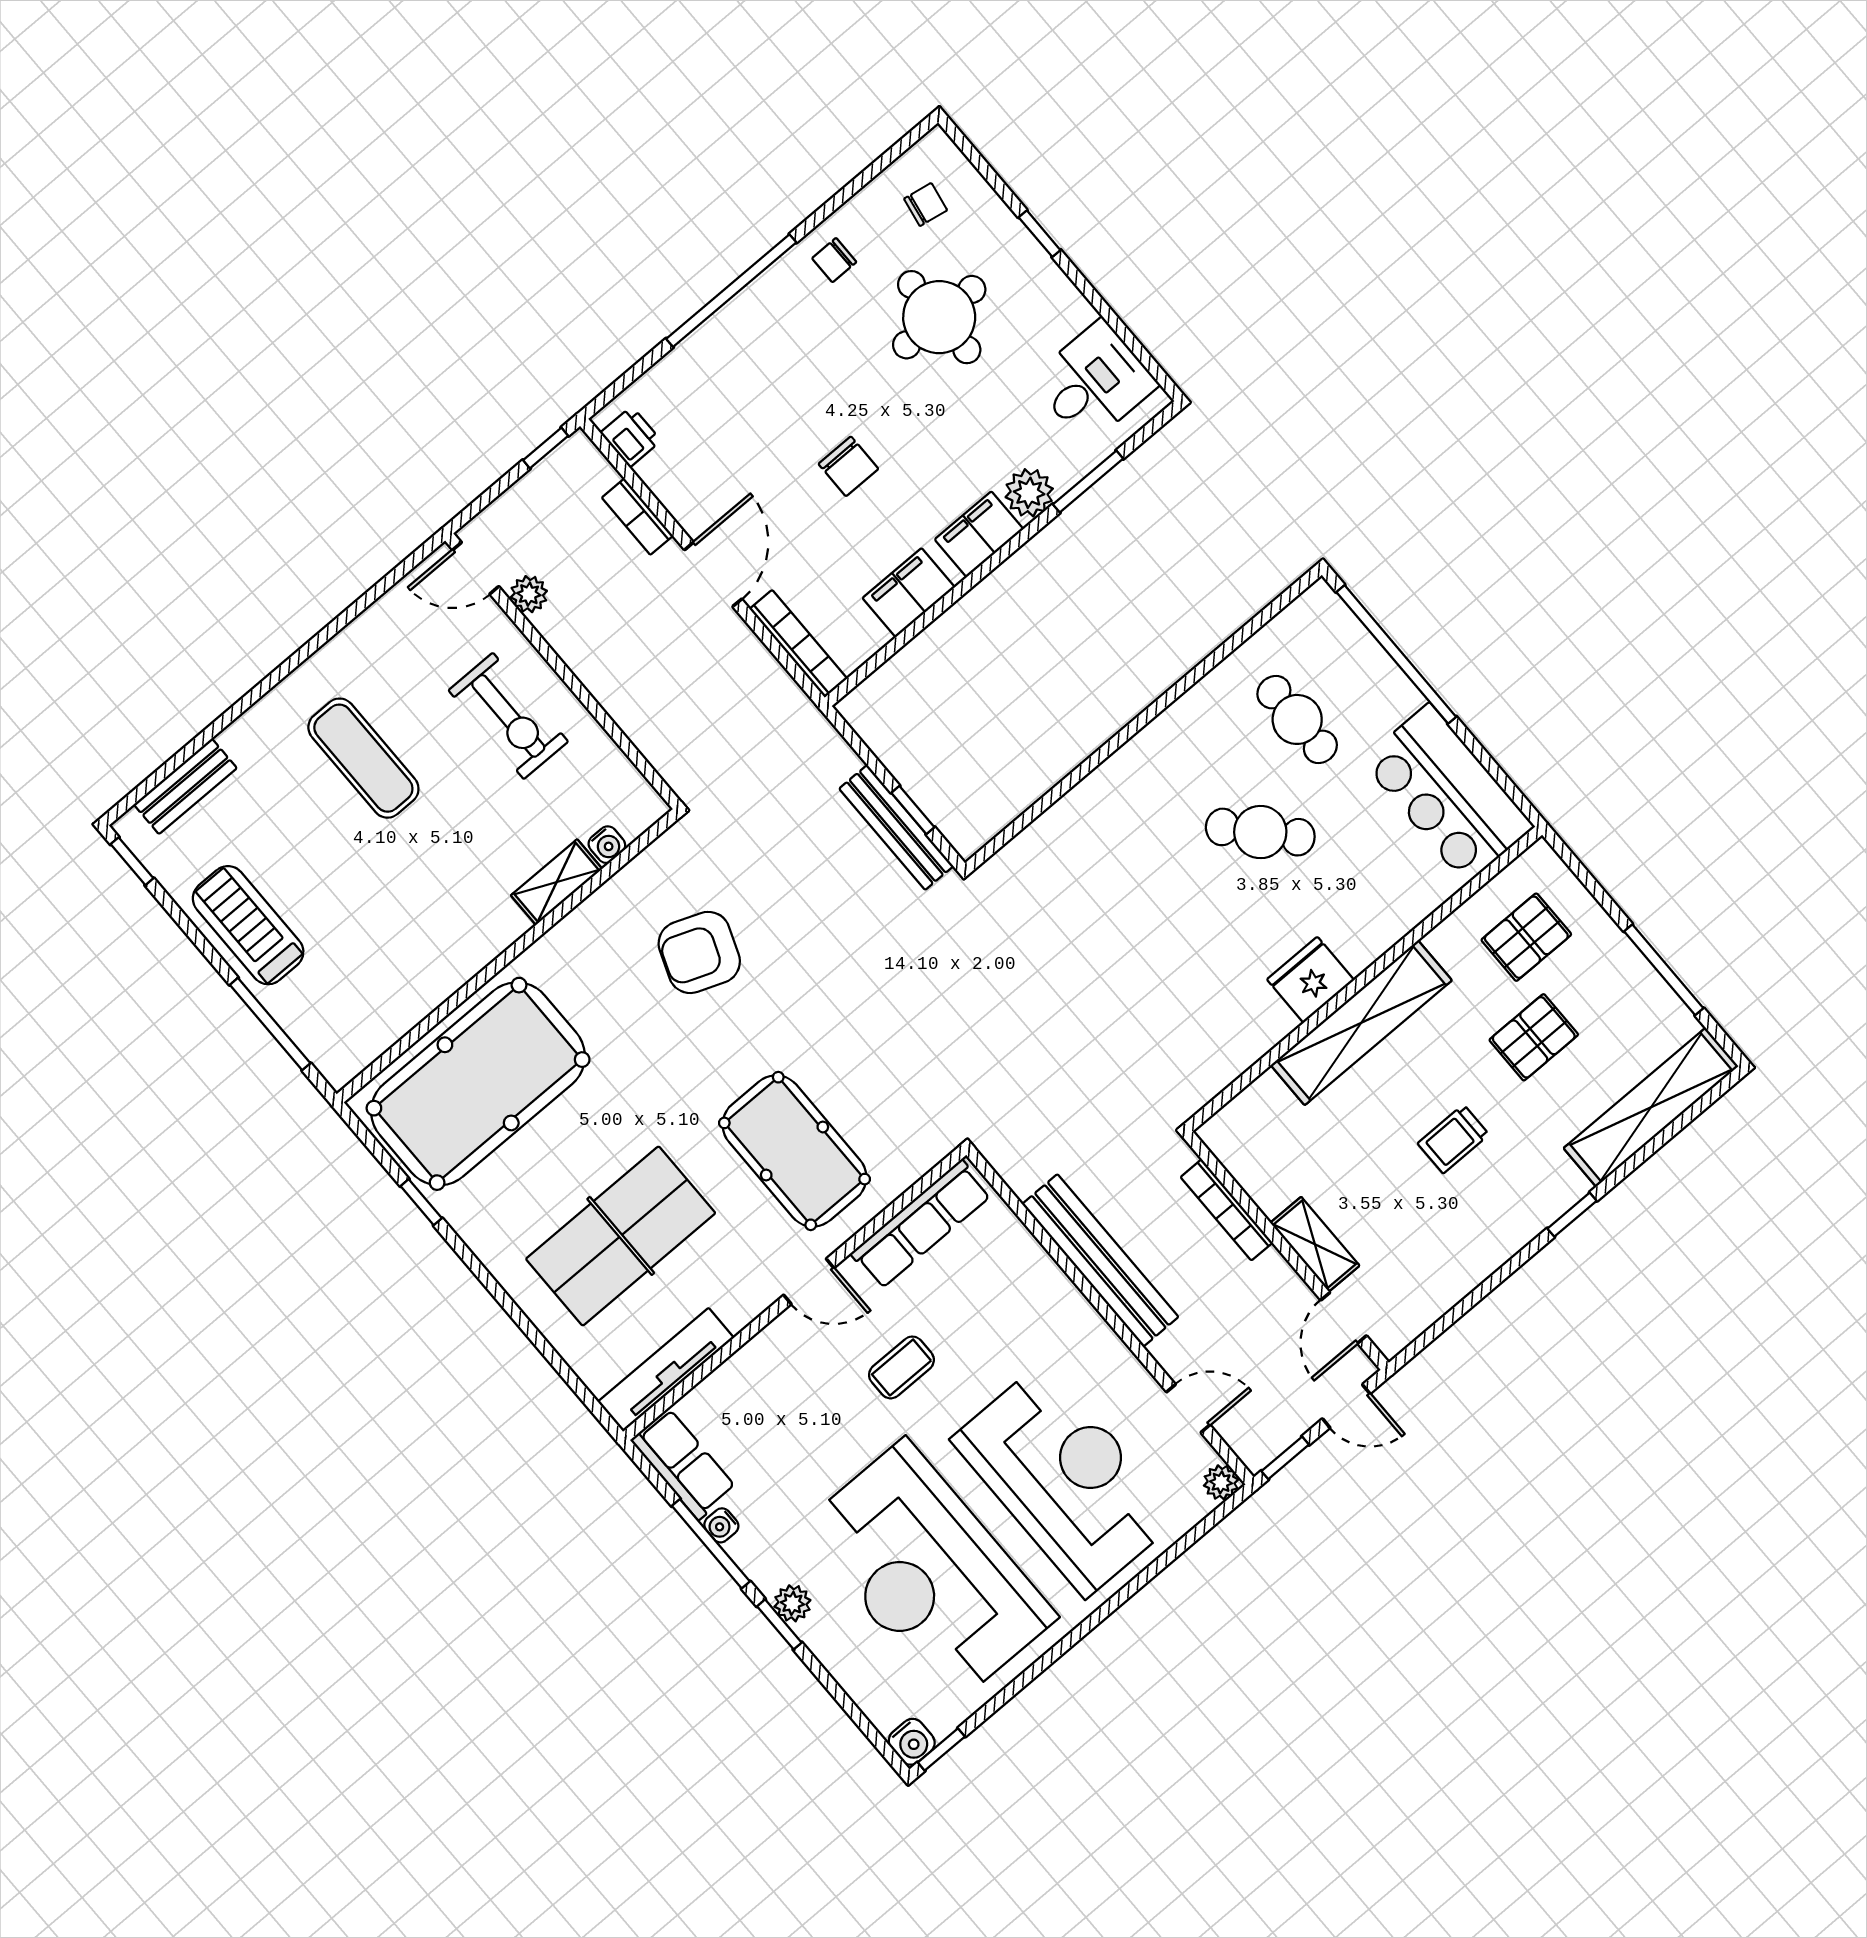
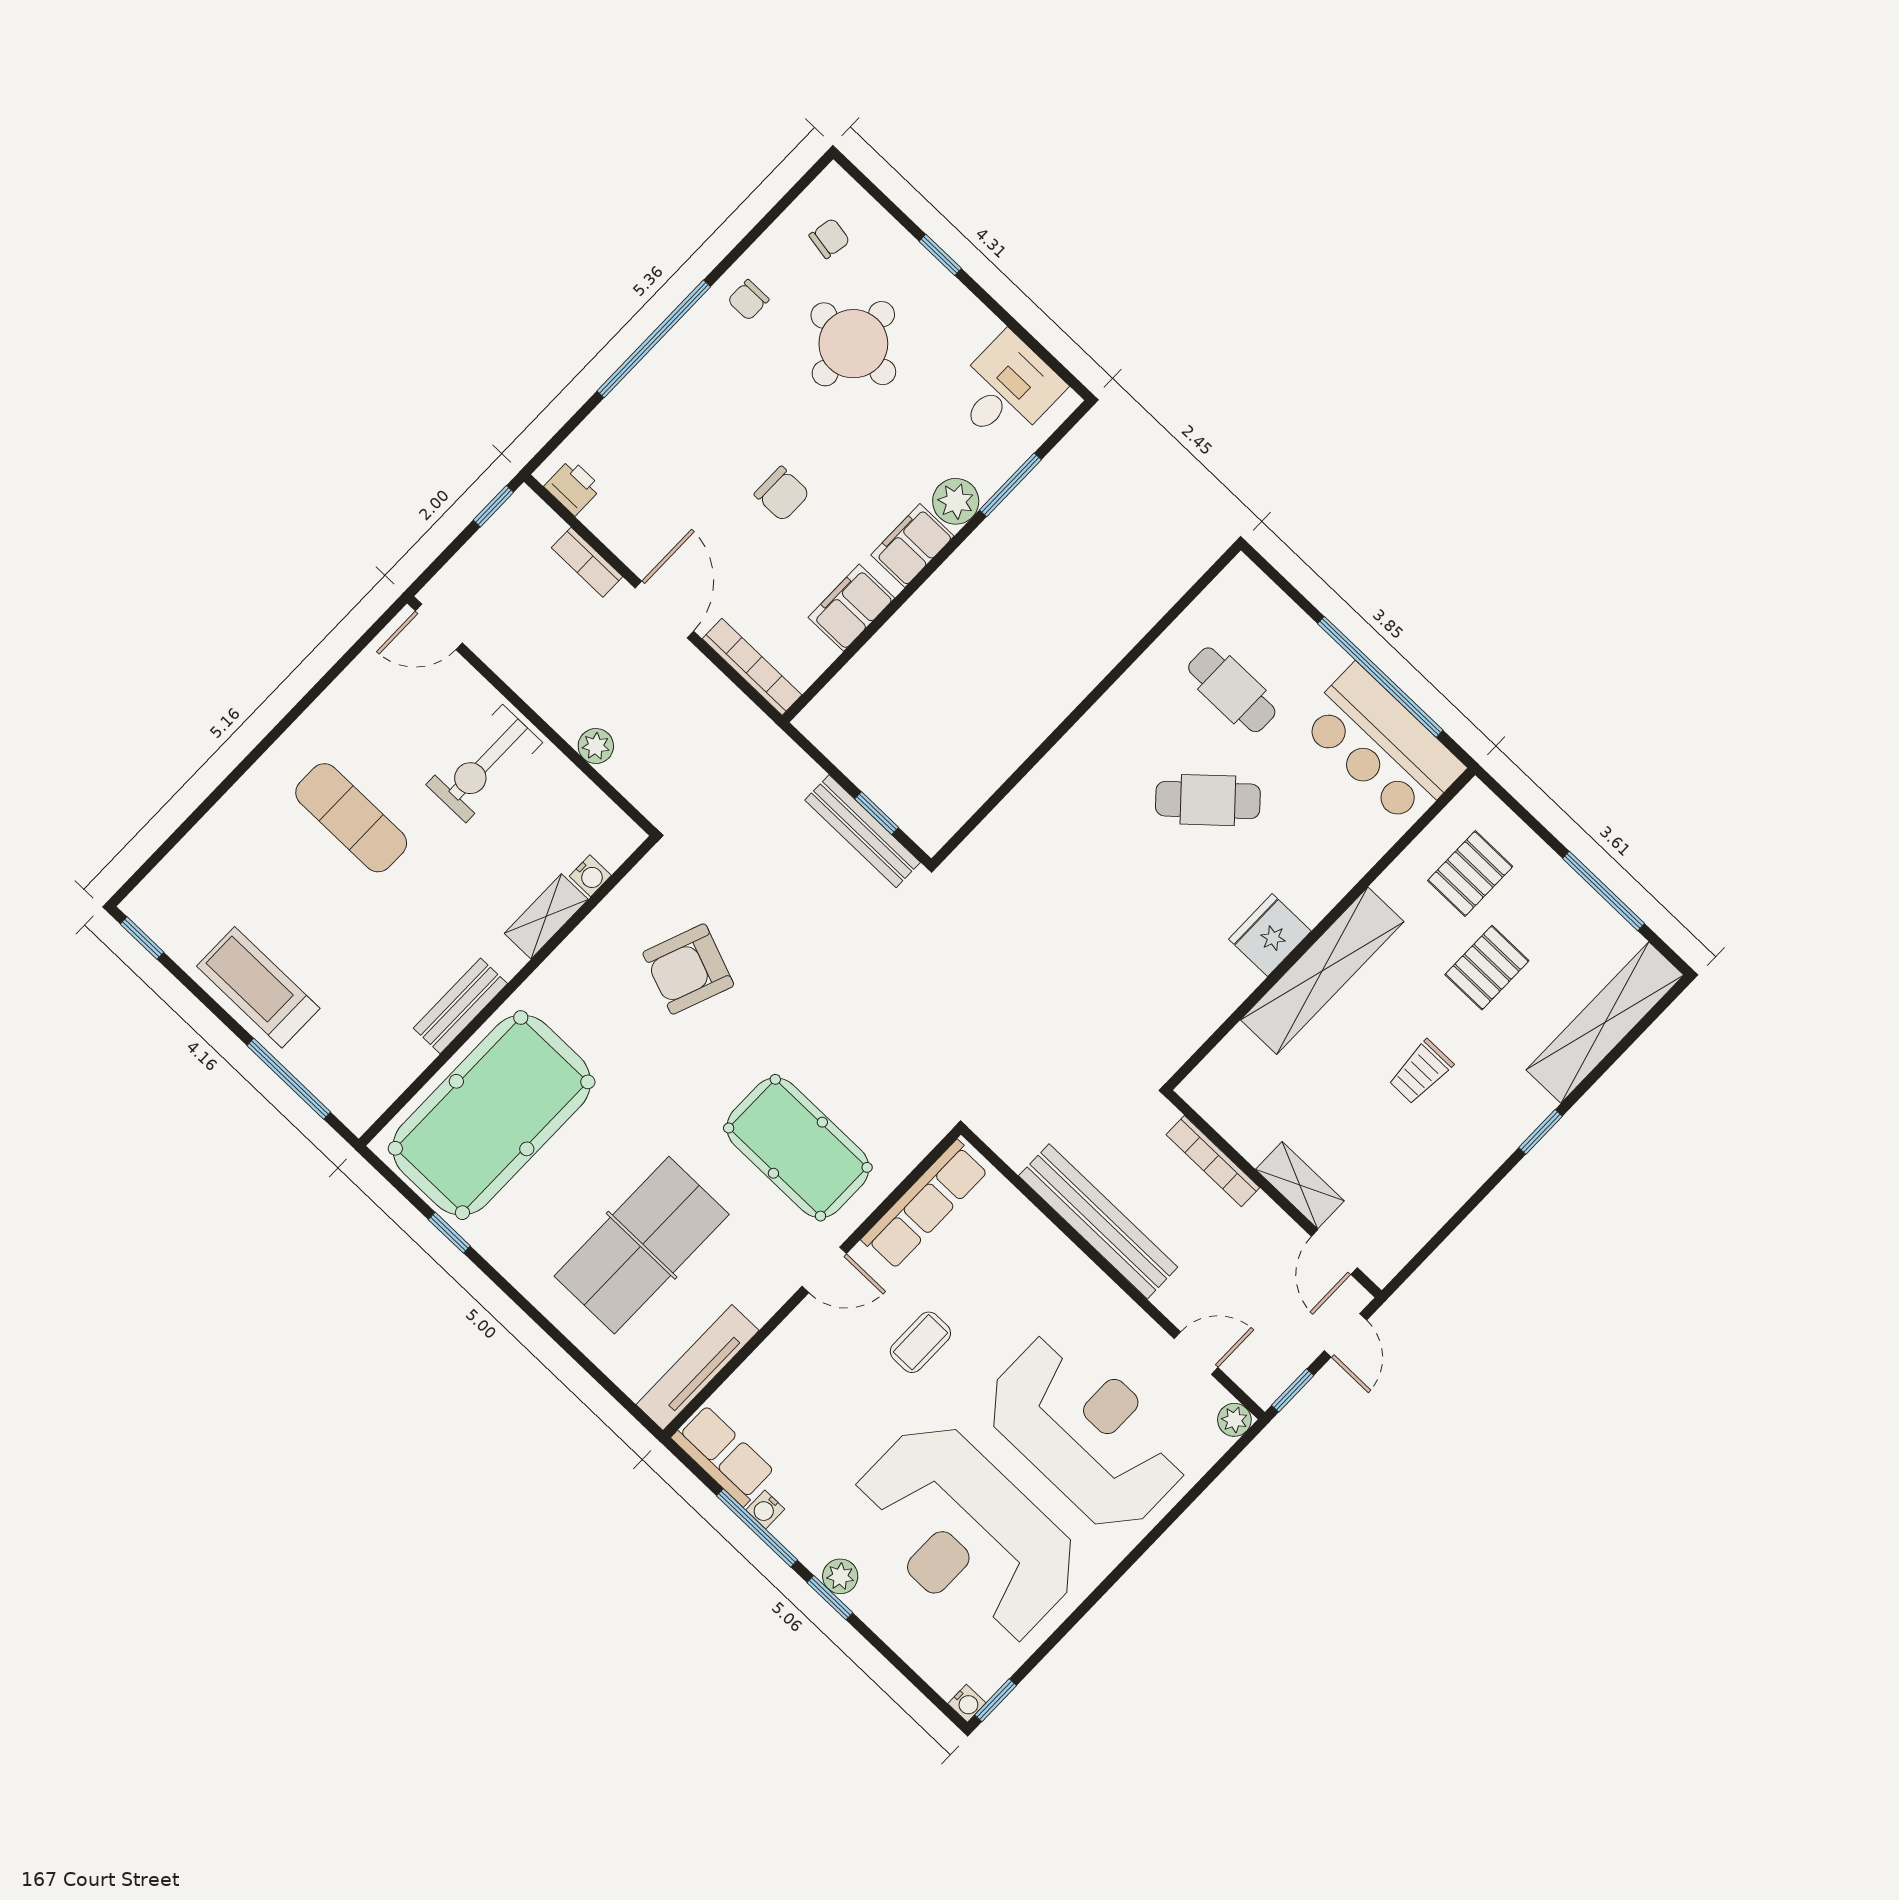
plant: (529, 594) -> (596, 746), moved
window: (1396, 654) -> (1380, 677), moved
exercise bike: (508, 716) -> (484, 764), turned 90
bench: (185, 786) -> (460, 1006), moved
door: (1346, 1406) -> (1345, 1335), hinge flipped
water cooler: (912, 1742) -> (967, 1703), width x0.72, depth x0.72

